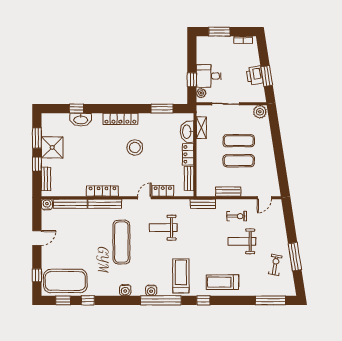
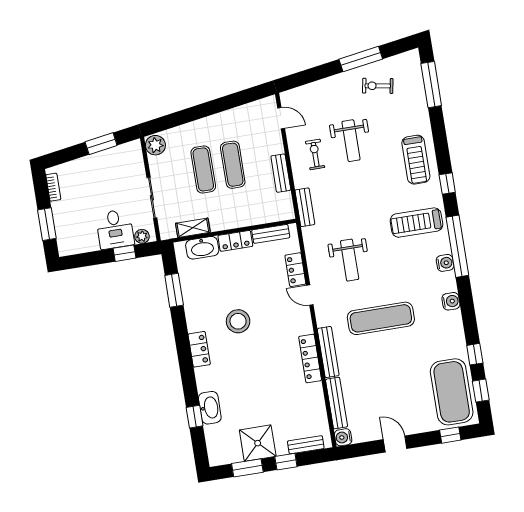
printer: (255, 75) -> (103, 162), removed
locker: (120, 119) -> (199, 349), width x0.66

